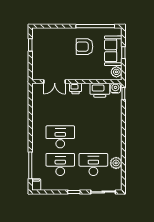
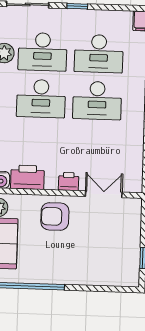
armchair: (85, 47) -> (55, 216), moved, turned 180
desk: (93, 137) -> (41, 99), added

